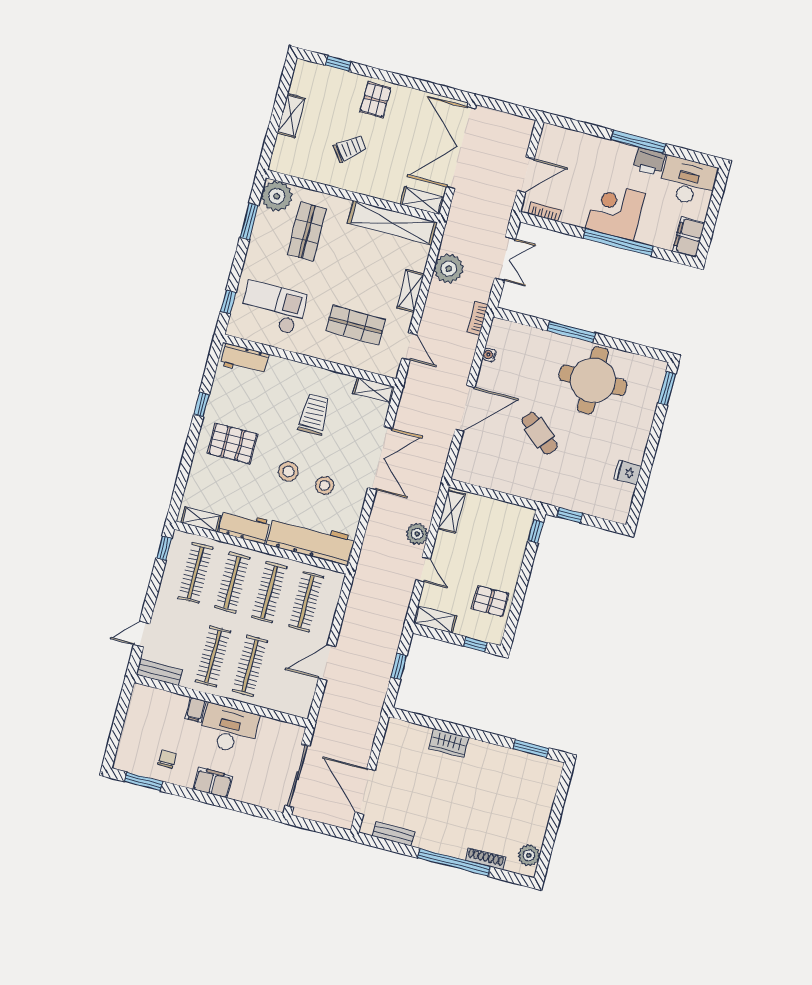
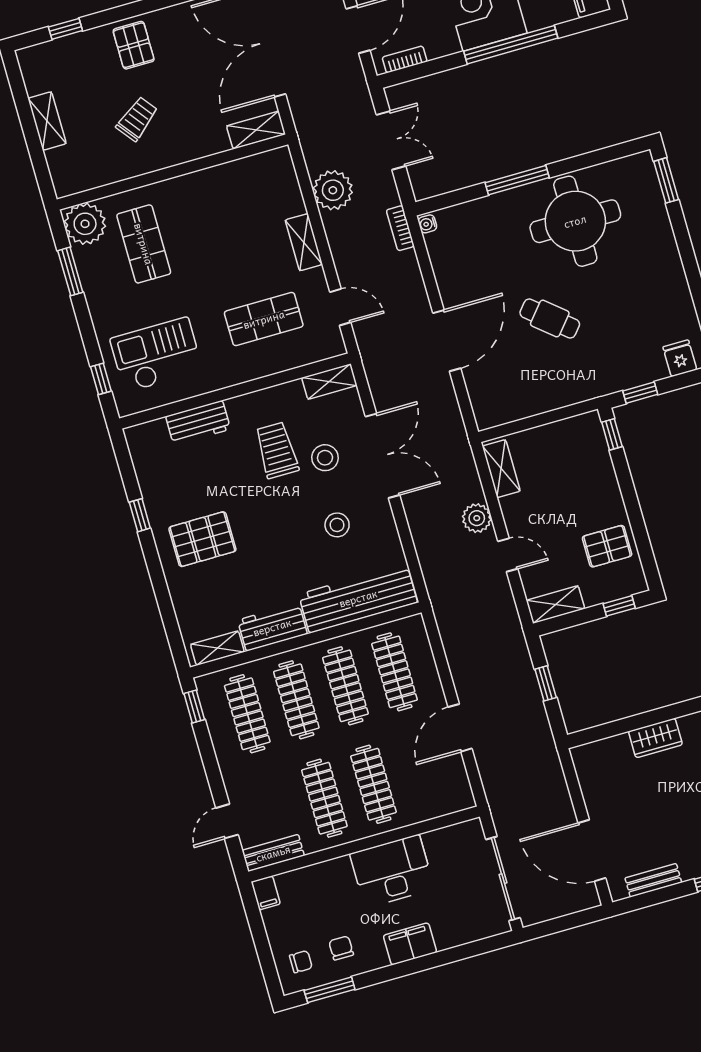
shelving: (392, 223) -> (237, 176), removed
water cooler: (489, 355) -> (427, 224), moved
workbench: (245, 359) -> (198, 423), moved
stool: (288, 472) -> (325, 458), moved
fridge: (628, 472) -> (680, 358), moved, turned 90
filing cabinet: (196, 710) -> (266, 893), moved
chair: (136, 753) -> (301, 962), added

